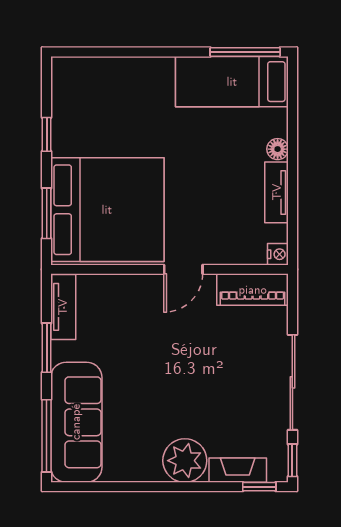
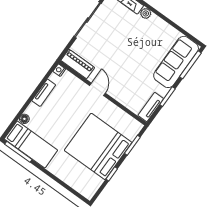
floor lamp: (278, 149) -> (24, 119), moved
bed: (107, 210) -> (98, 146), moved
door: (183, 269) -> (98, 89), hinge flipped
plant: (185, 461) -> (146, 13), width x0.53, depth x0.53

